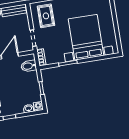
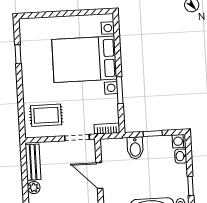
bidet: (29, 66) -> (135, 148), moved

